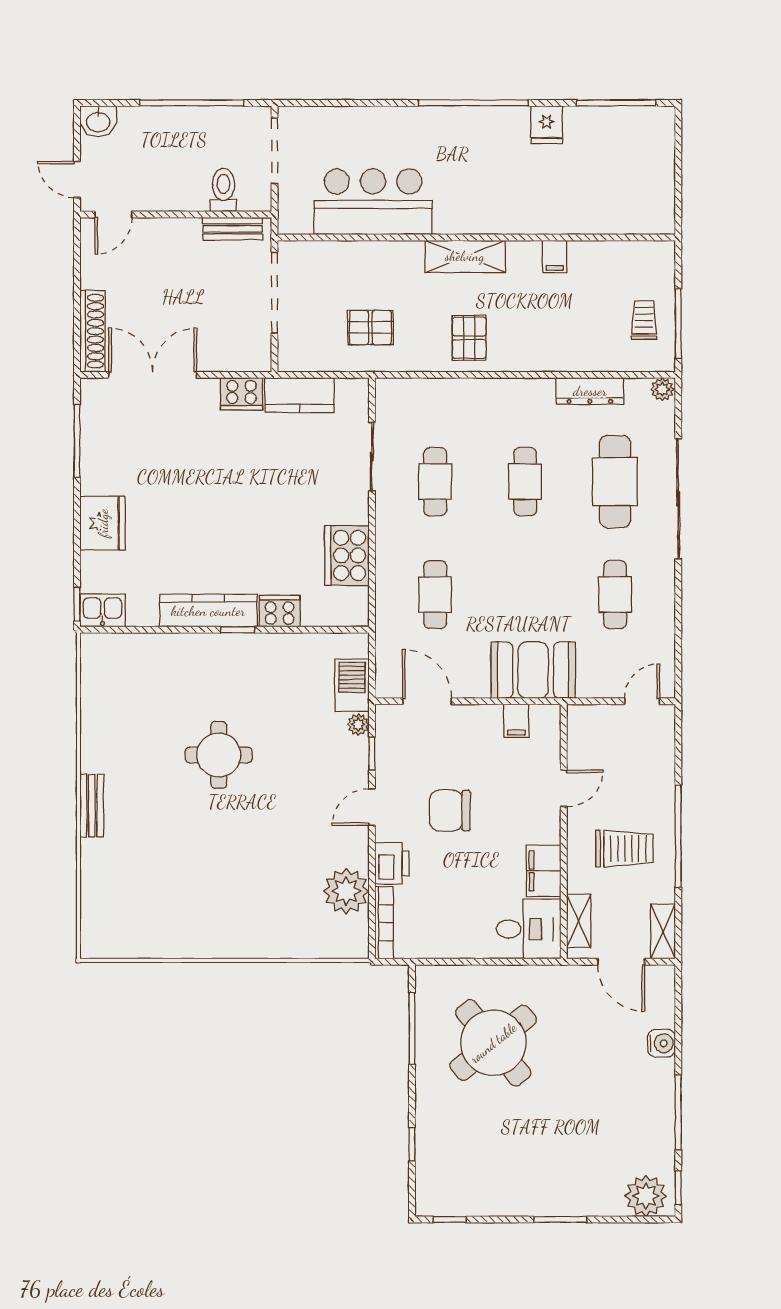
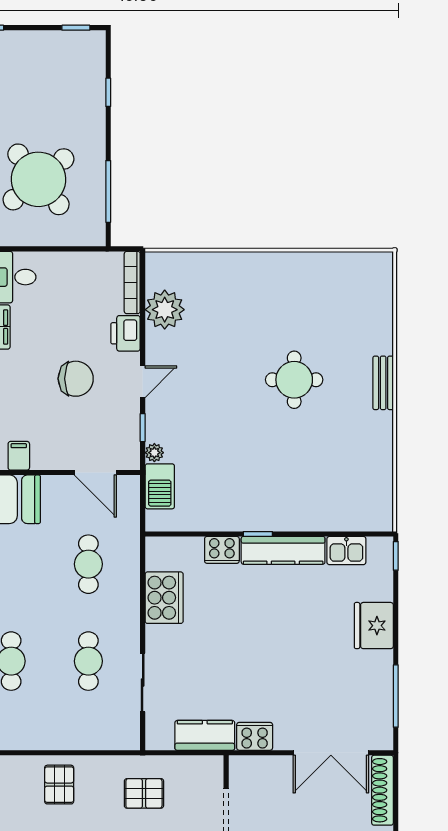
kitchen sink: (103, 610) -> (346, 551), moved
round table: (219, 755) -> (294, 380), moved

